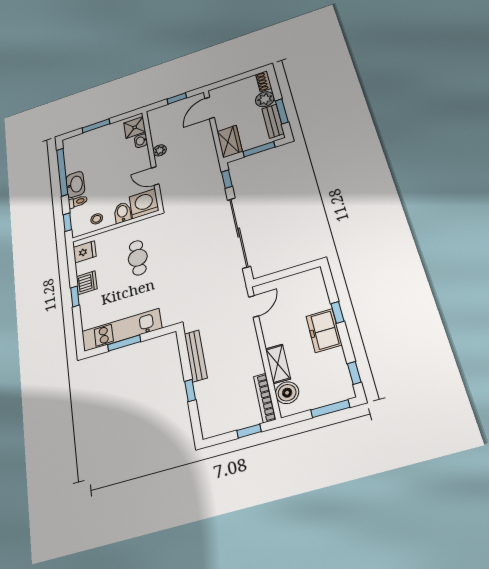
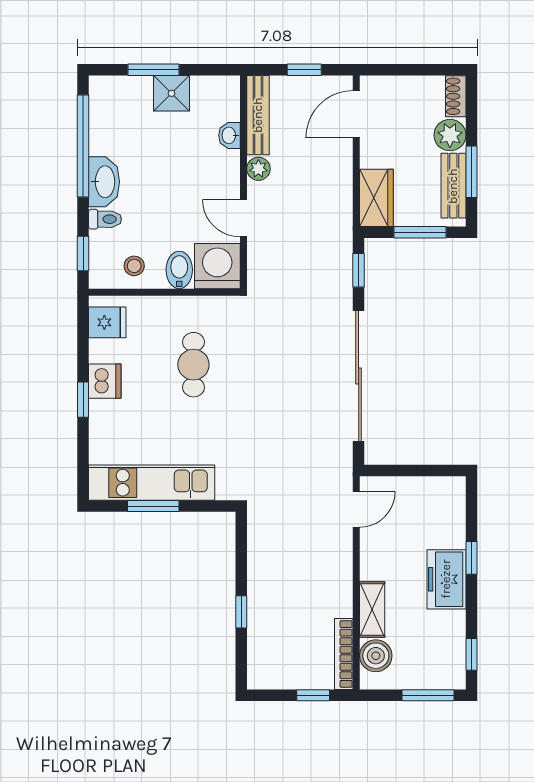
shower: (135, 127) -> (172, 93), moved
bench: (196, 356) -> (258, 115), moved

